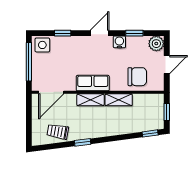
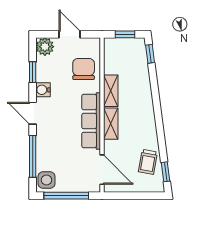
window: (63, 33) -> (33, 156), width x2.17
row of seats: (93, 83) -> (91, 121), width x1.48
window: (83, 142) -> (166, 172), moved

